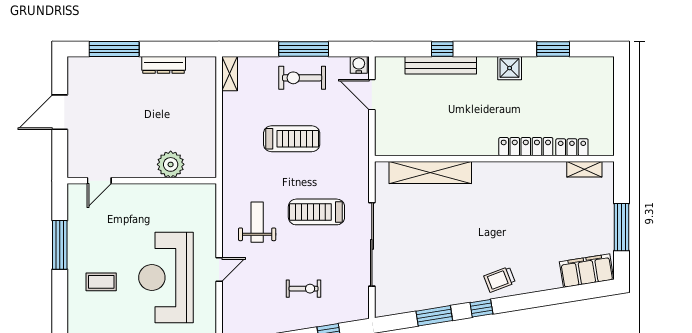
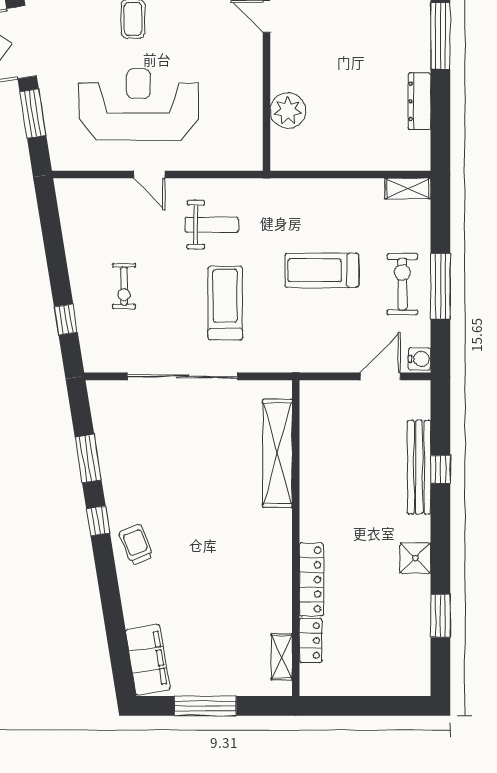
treadmill: (292, 139) -> (322, 270), turned 90

